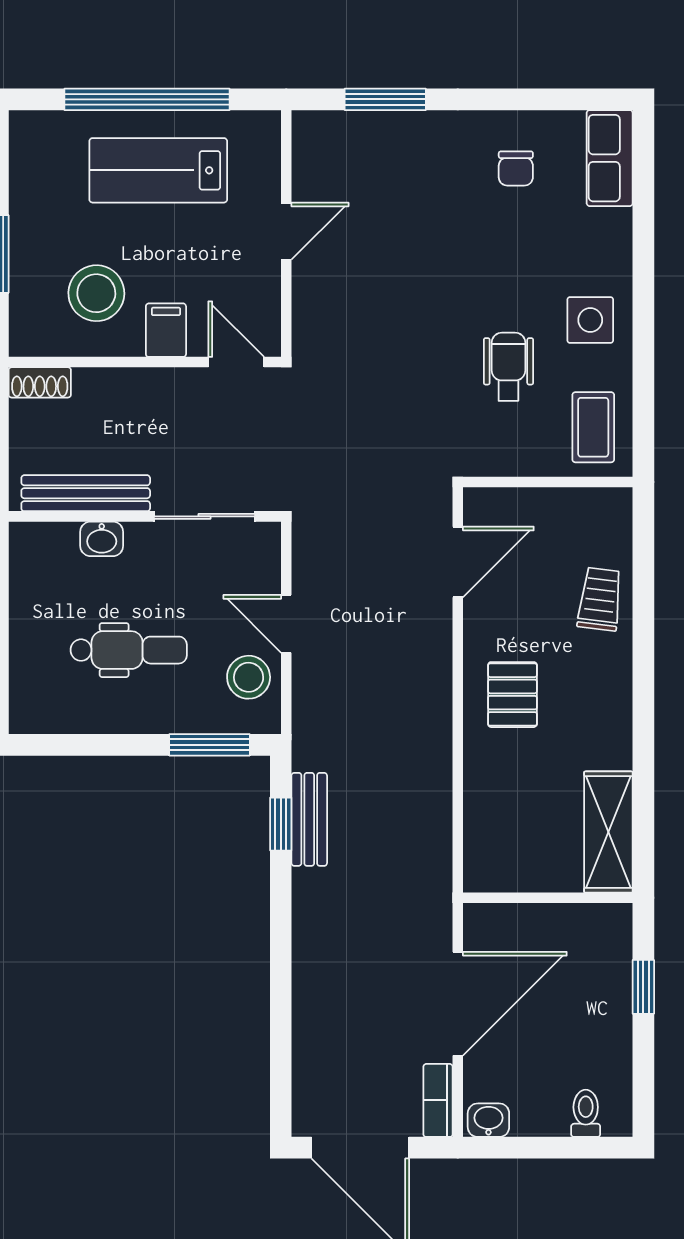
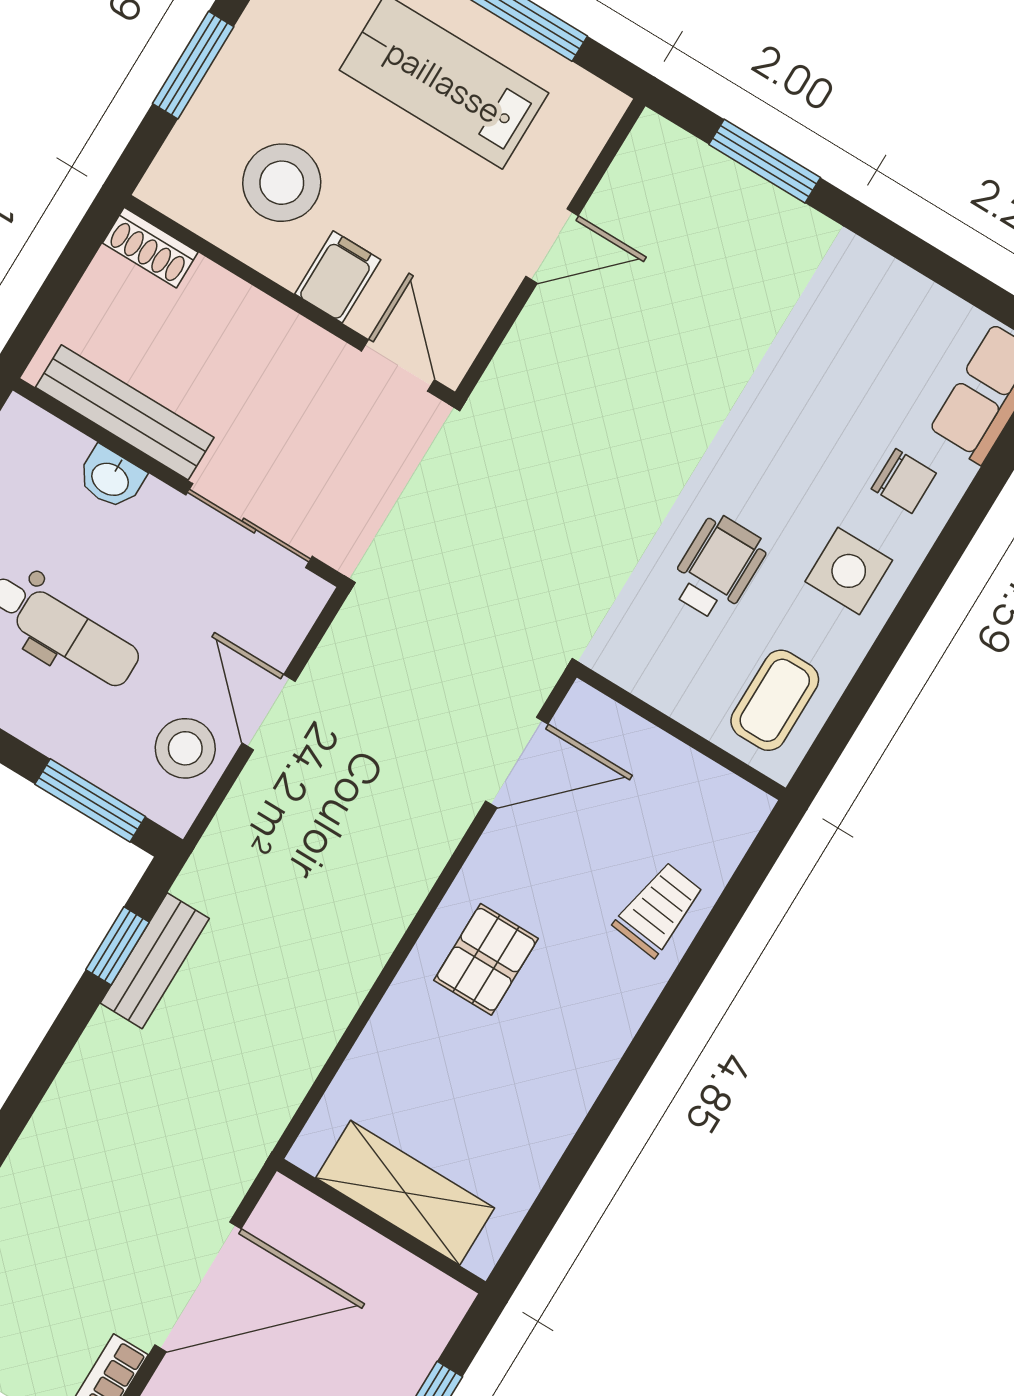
chair: (516, 168) -> (904, 481), moved, turned -90
shelving: (608, 832) -> (405, 1193), moved, turned 90

